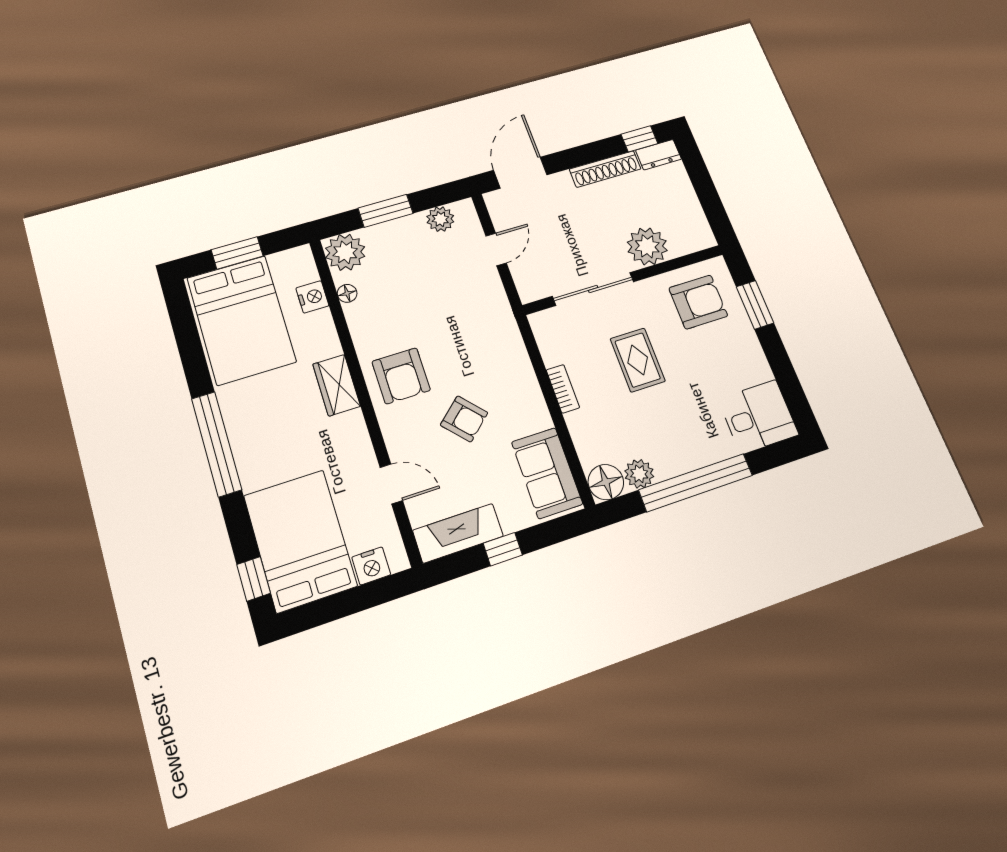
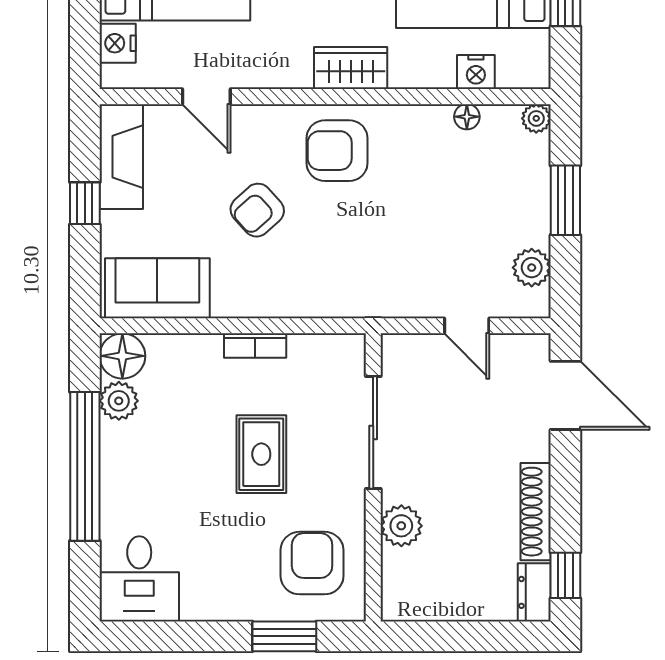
plant: (647, 246) -> (401, 526), width x0.73, depth x0.73
plant: (345, 252) -> (536, 118), width x0.53, depth x0.53
armchair: (698, 302) -> (312, 563), turned 180
rug: (638, 360) -> (261, 454), turned 90
door: (391, 484) -> (206, 97), hinge flipped

